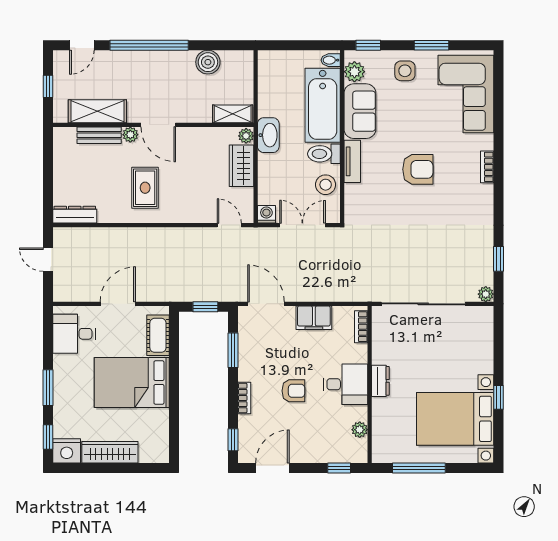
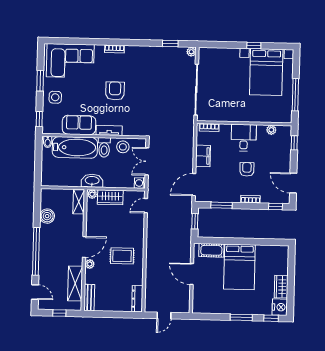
plant: (354, 72) -> (55, 128), removed
bench: (99, 135) -> (89, 297), moved
desk: (74, 334) -> (209, 301), removed
dresser: (380, 381) -> (242, 117), removed
wardrobe: (110, 452) -> (281, 287), width x0.67

